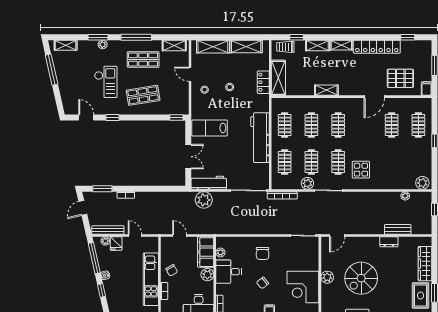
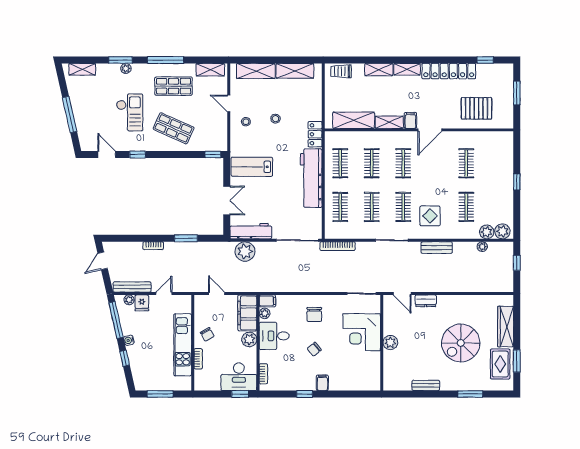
window: (296, 37) -> (354, 60), removed
window: (52, 70) -> (70, 114), moved
shelving: (278, 78) -> (354, 120), moved, turned 90
locker: (263, 82) -> (315, 134), moved
filing cabinet: (427, 89) -> (410, 120), moved
shop shelf: (143, 95) -> (174, 128), turned 33
door: (374, 97) -> (430, 130), moved
clothes rail: (418, 125) -> (466, 207), moved
plant: (307, 183) -> (487, 232), moved
window: (102, 189) -> (186, 238), moved
bench: (398, 229) -> (437, 248), moved
door: (135, 236) -> (164, 294), hinge flipped
door: (337, 236) -> (402, 294), hinge flipped
filing cabinet: (223, 242) -> (267, 301), added
dresser: (389, 242) -> (426, 301), moved
spiral stairs: (361, 278) -> (461, 343), moved
corner desk: (303, 287) -> (362, 332), moved

